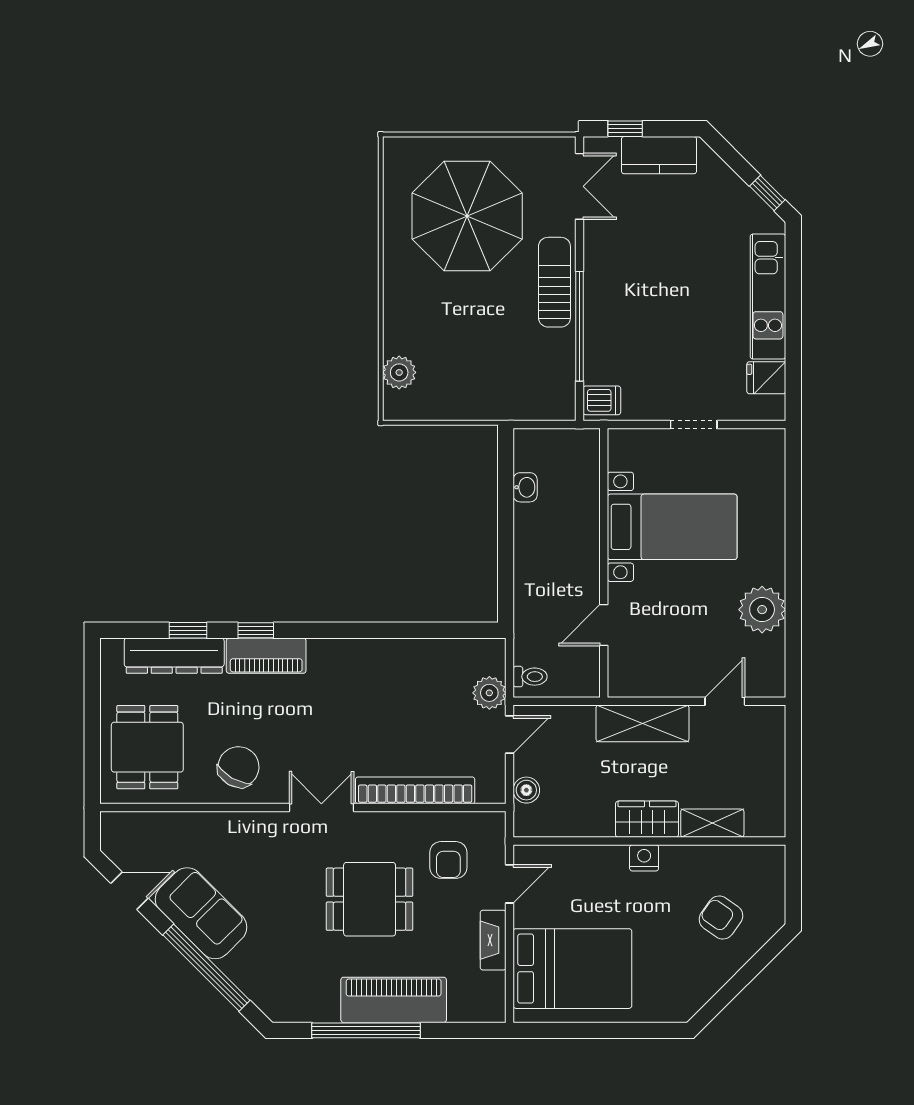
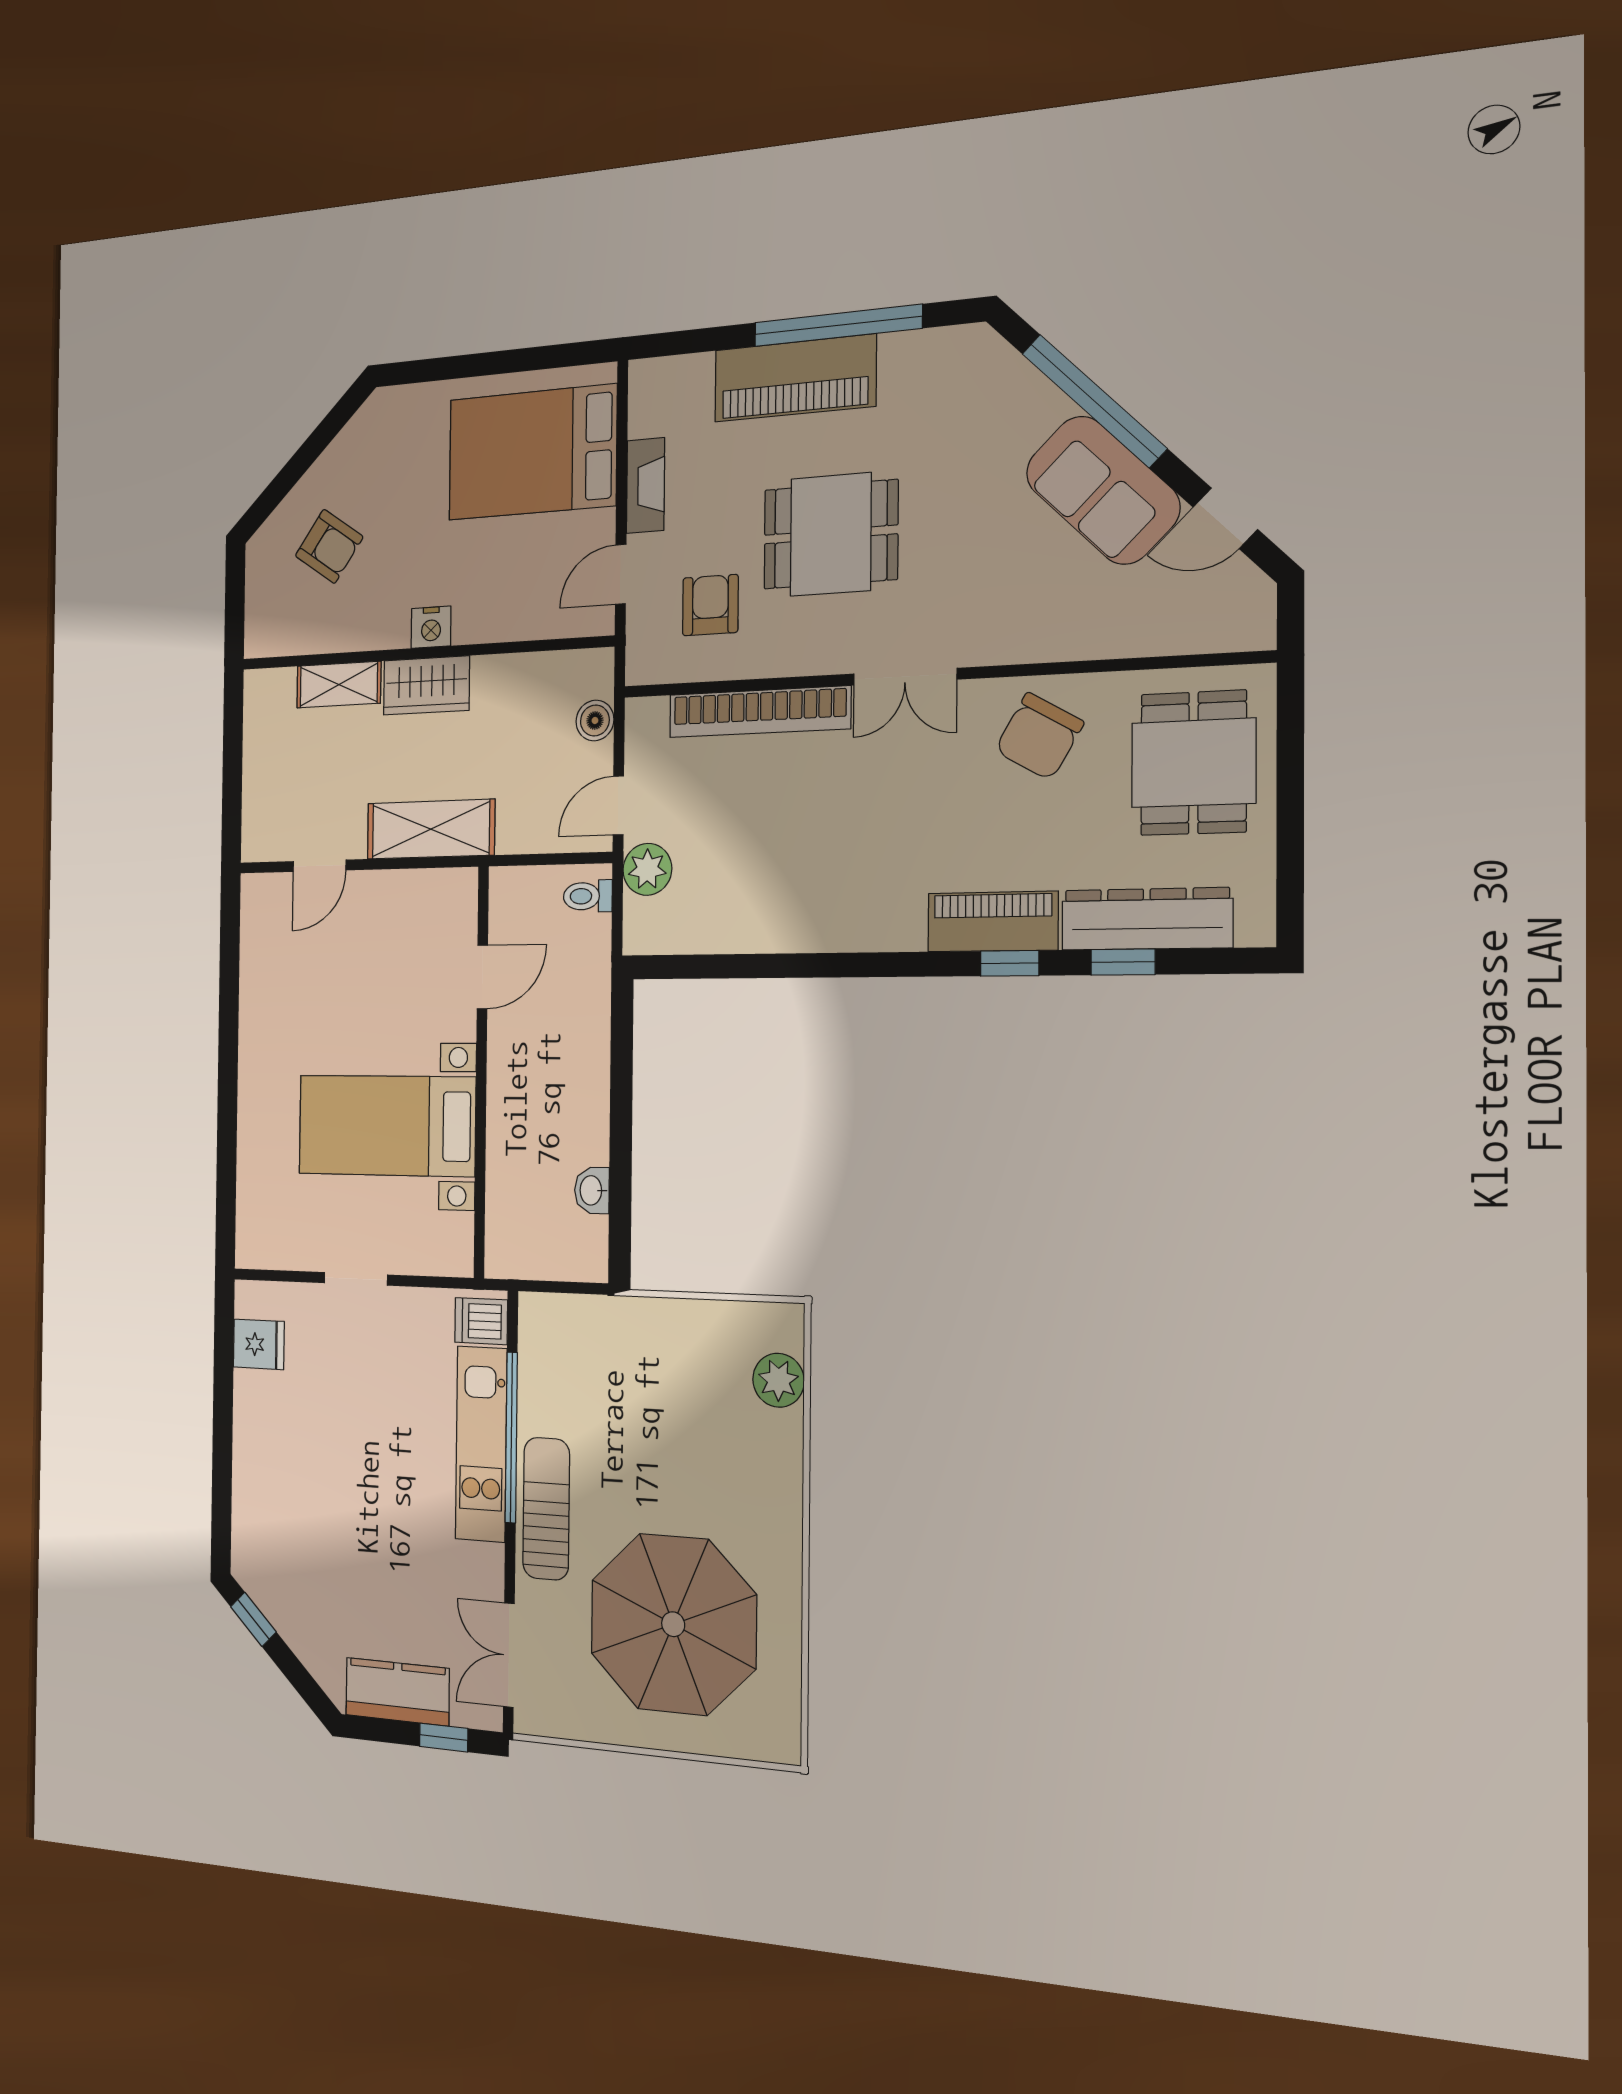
sun lounger: (554, 282) -> (546, 1509), turned 180
kitchen unit: (768, 297) -> (481, 1444), moved, turned 180
plant: (762, 610) -> (269, 1002), removed

